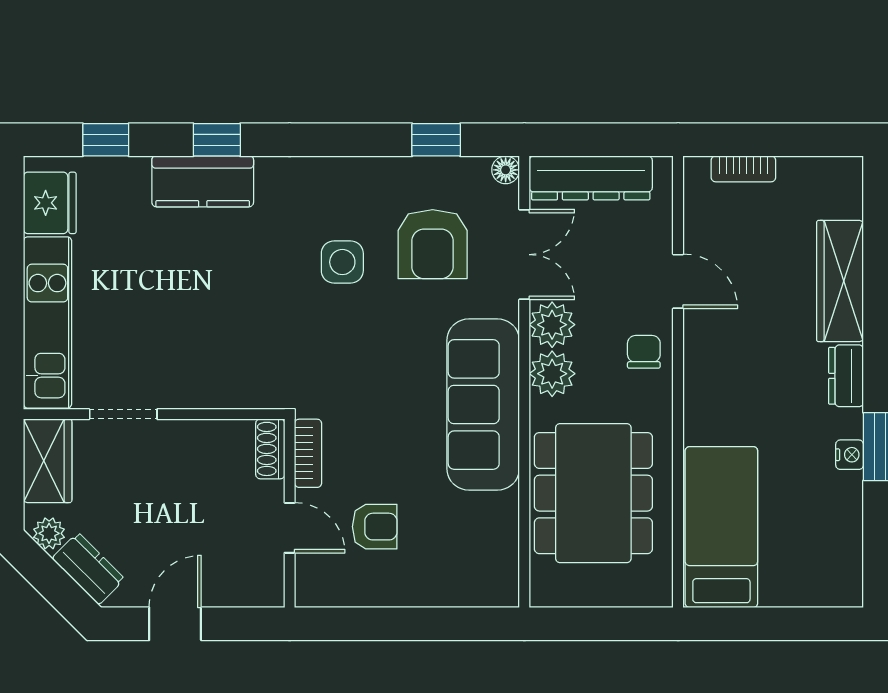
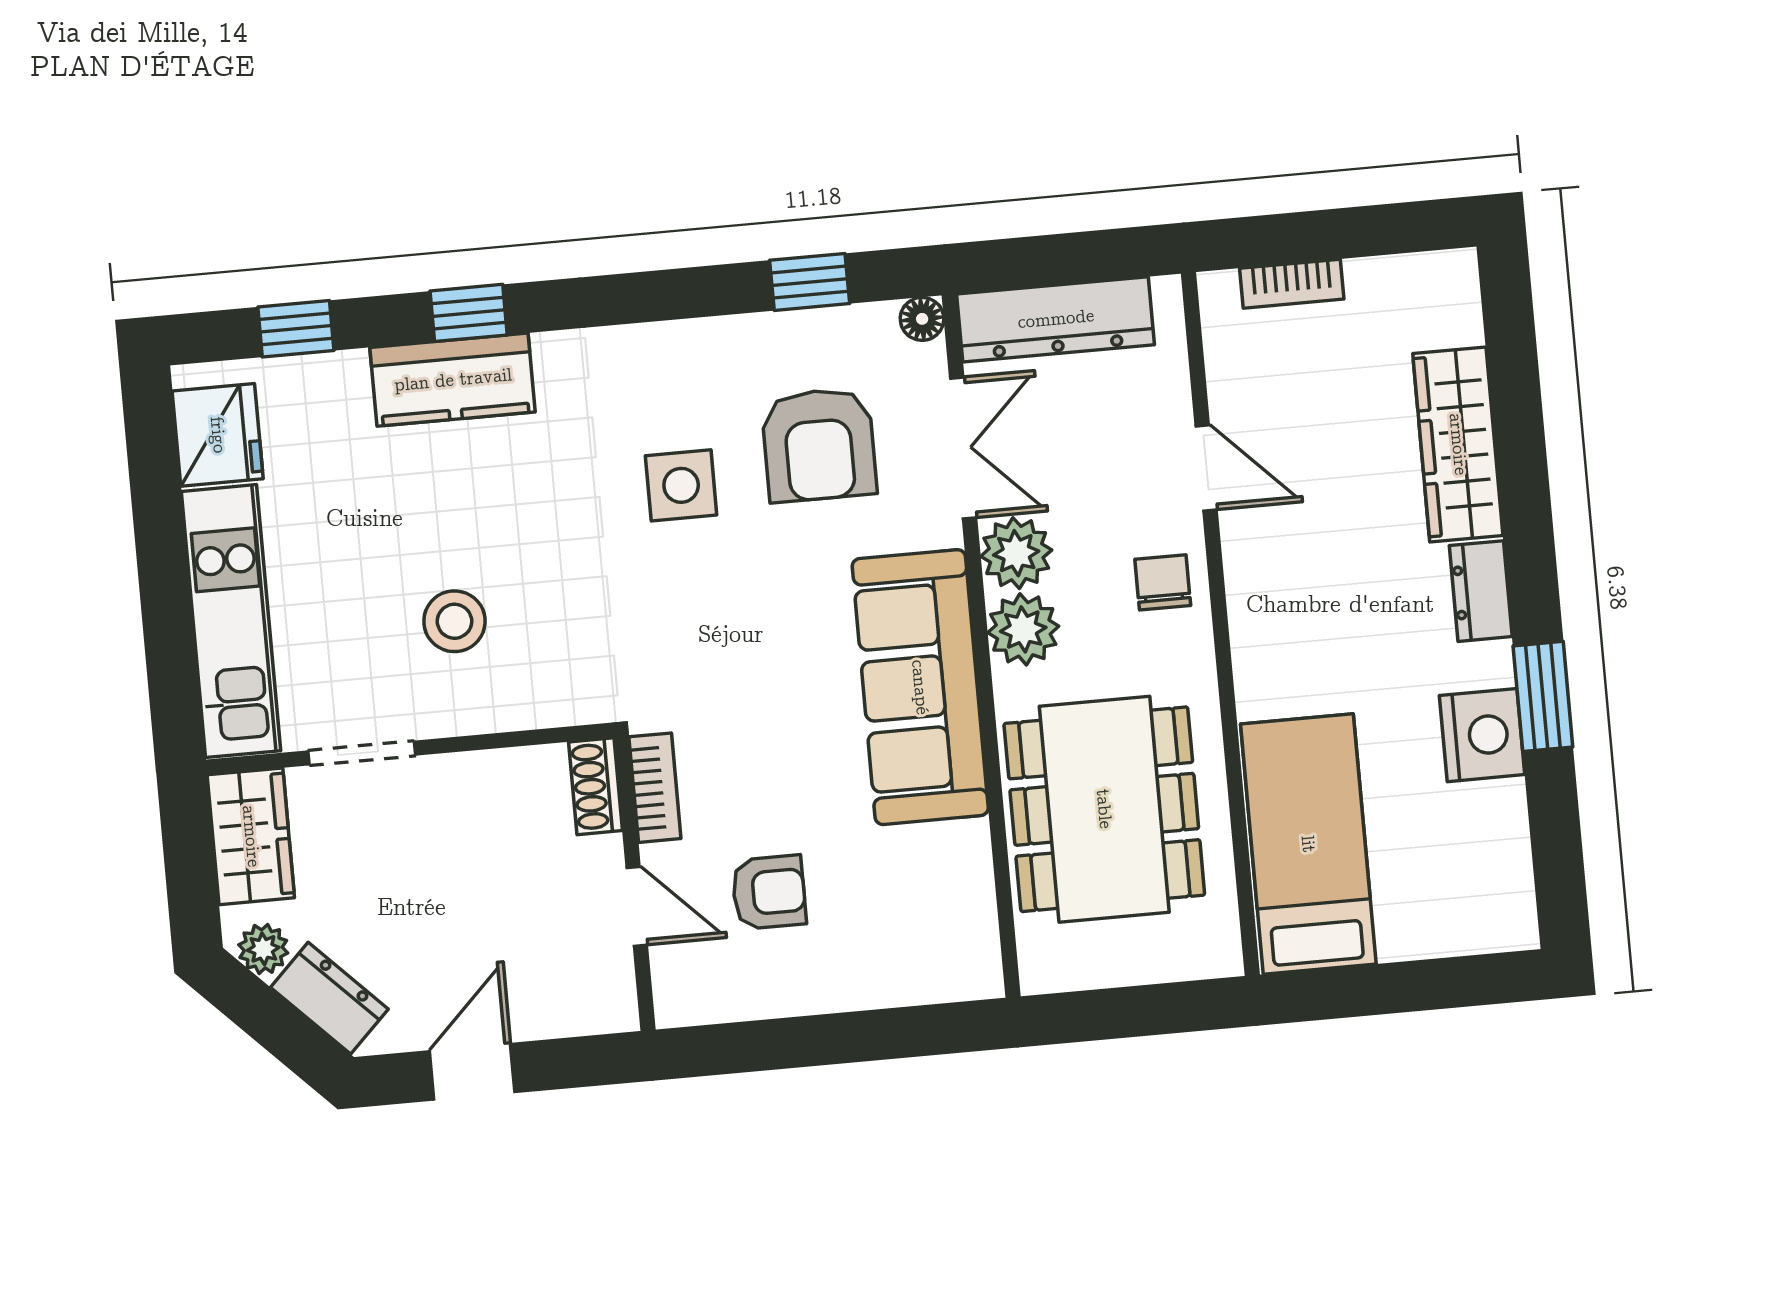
stool: (190, 336) -> (454, 621), added
nightstand: (850, 455) -> (1482, 735), width x1.89, depth x1.79

